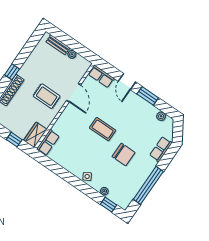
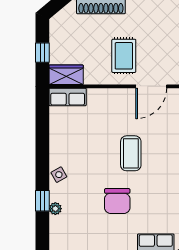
window: (109, 205) -> (42, 201), moved

